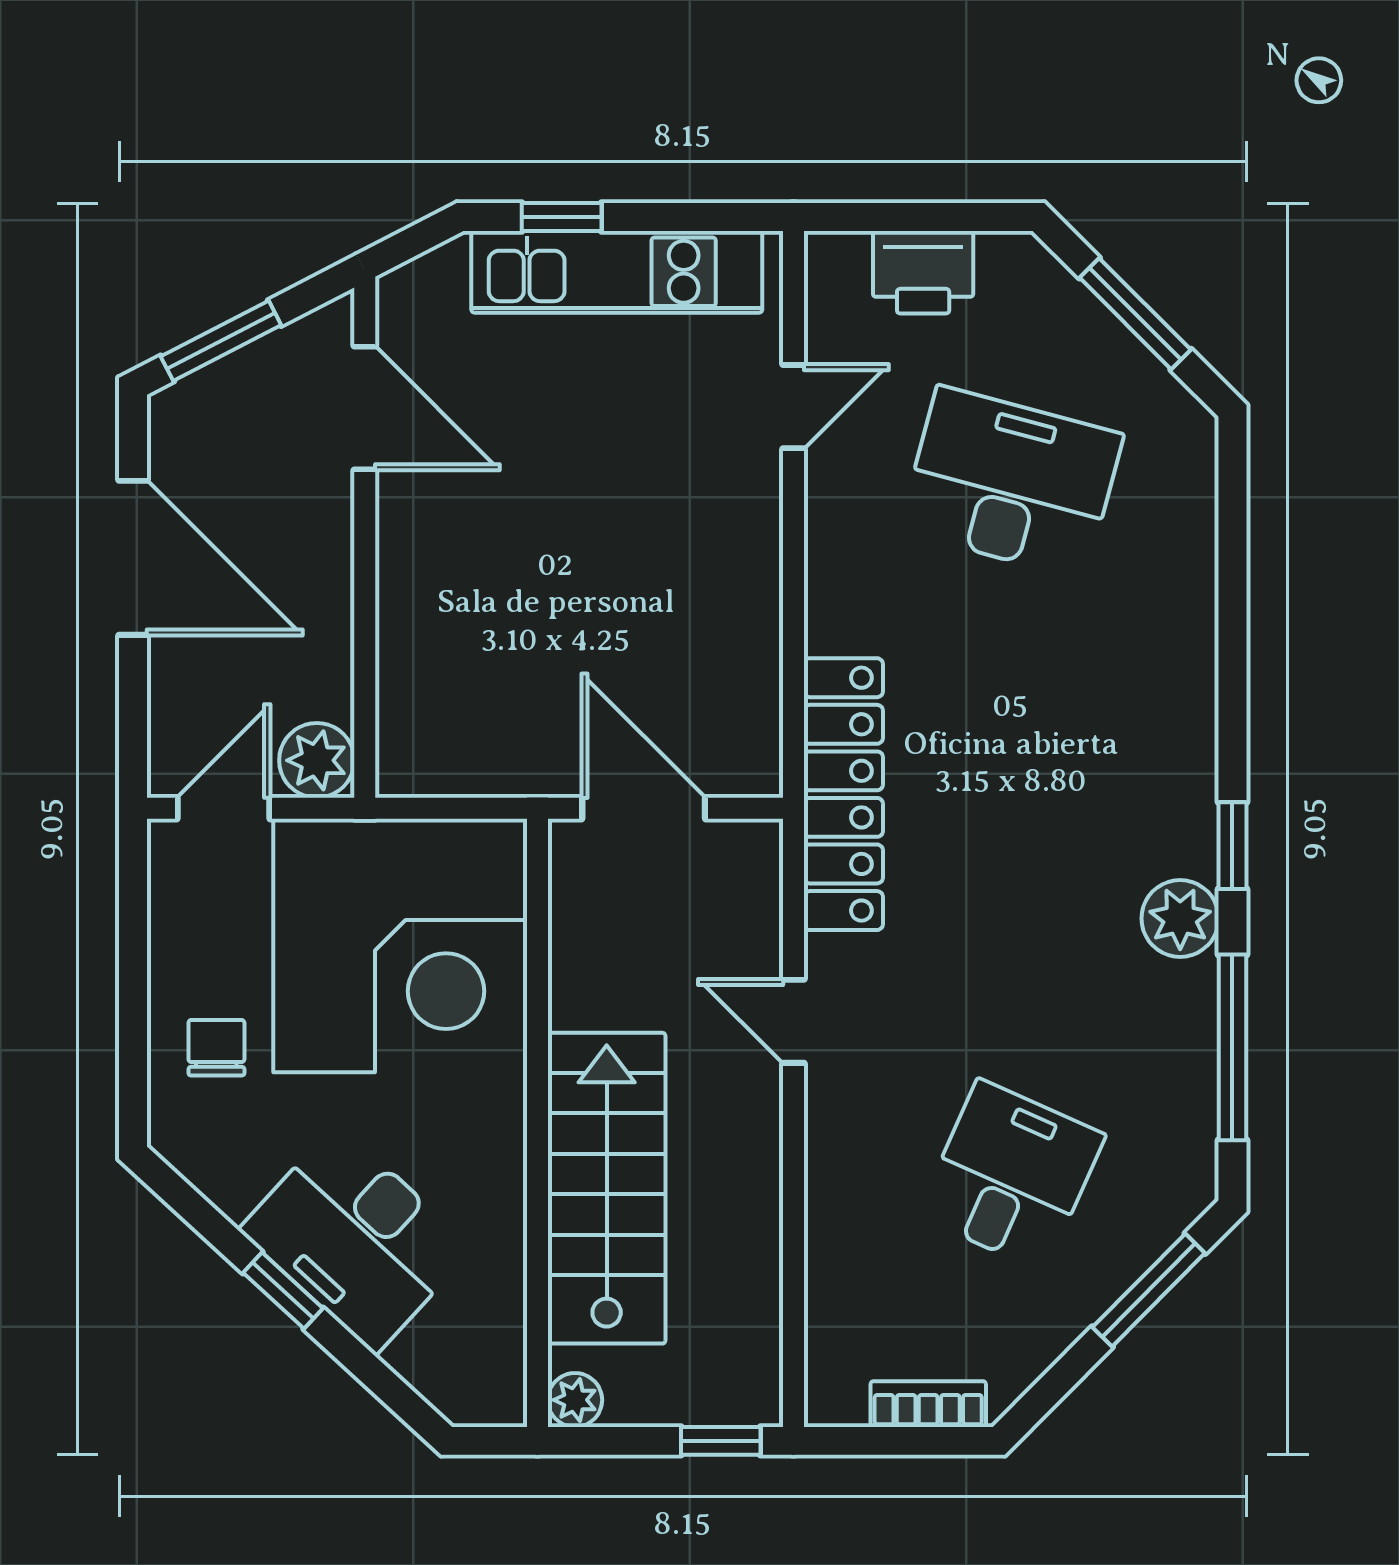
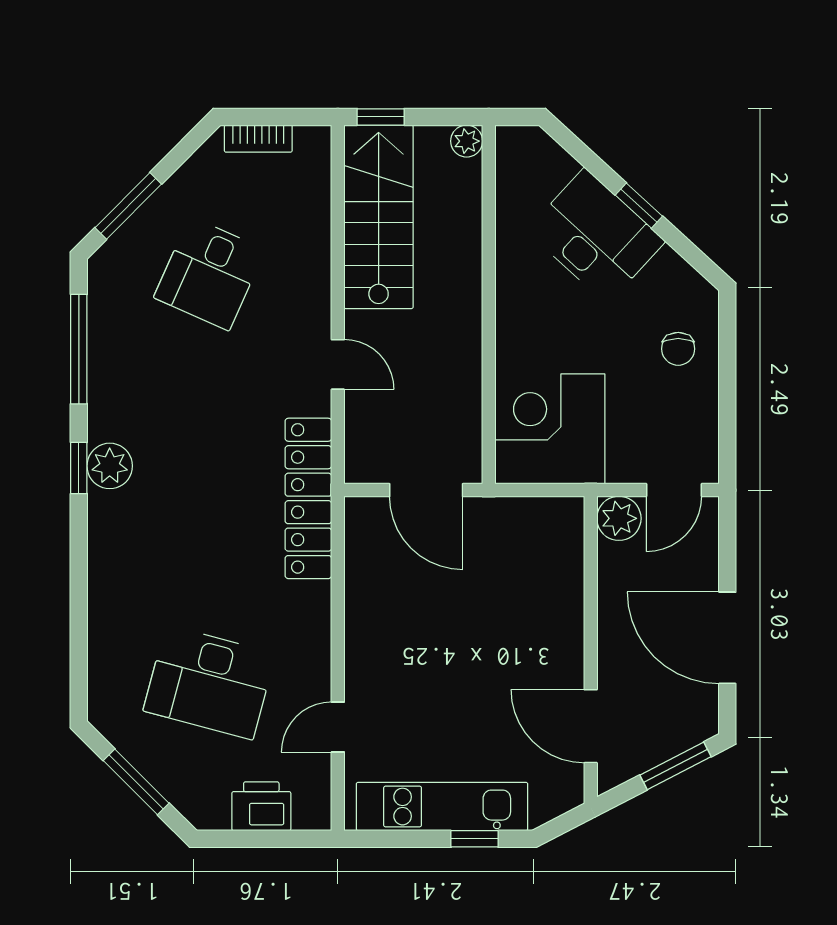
plant: (1180, 918) -> (110, 466), moved
corner desk: (400, 945) -> (550, 429), width x0.74, depth x0.74
stairs: (607, 1188) -> (379, 217), moved, turned 180

